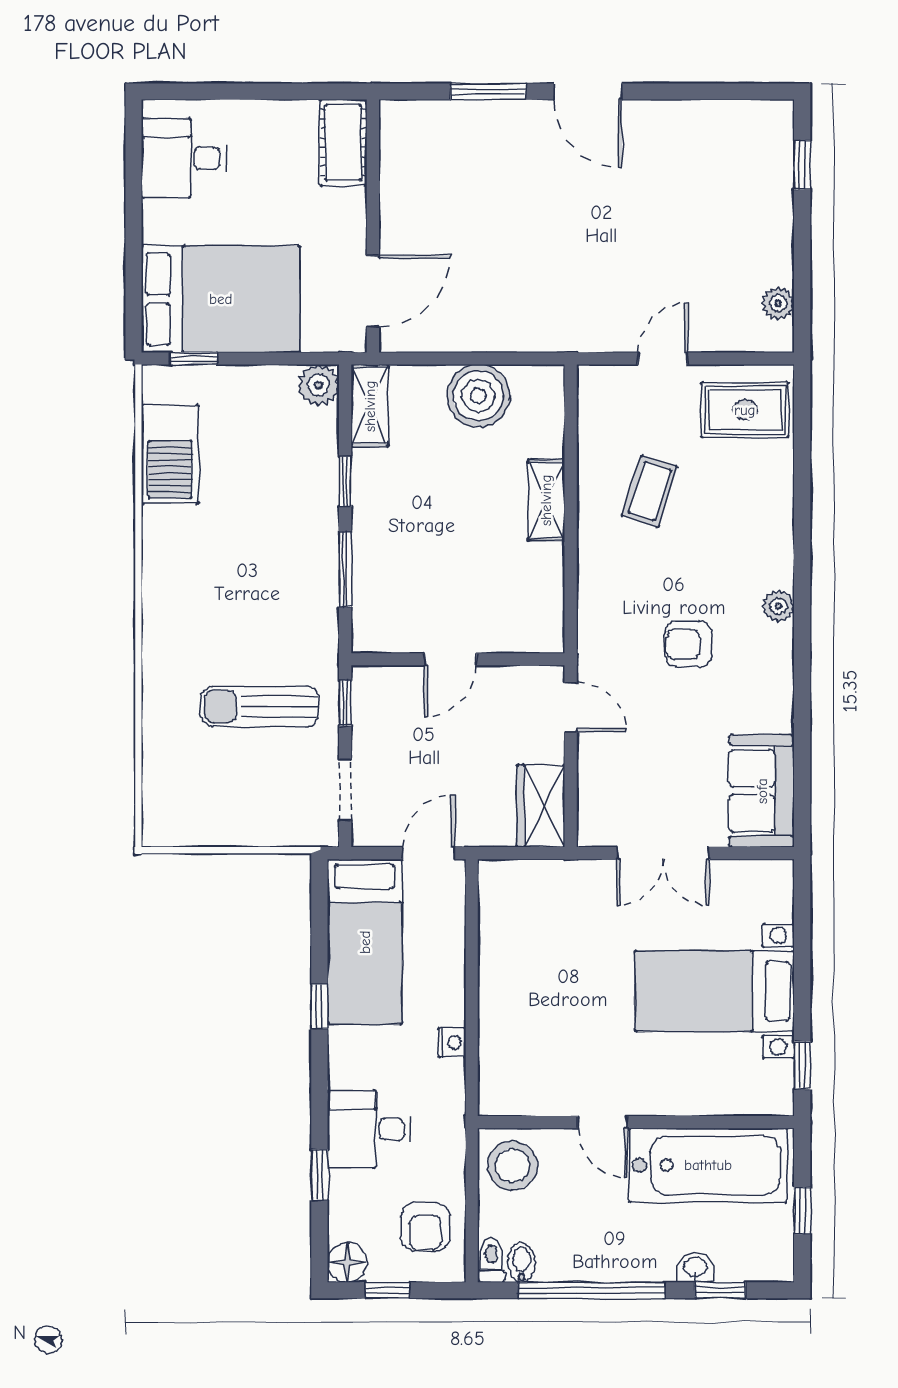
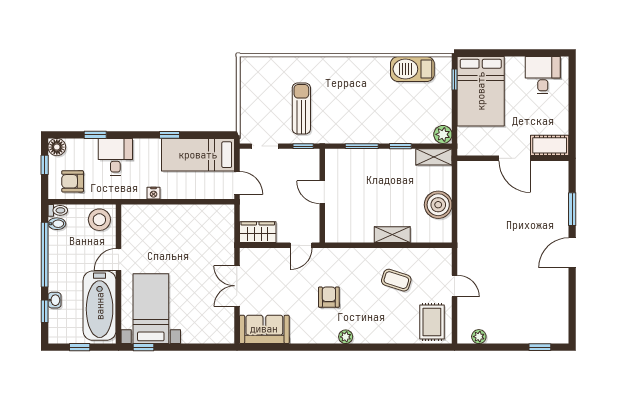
door: (373, 291) -> (515, 158), moved
bed with nightstands: (715, 991) -> (151, 309), moved

